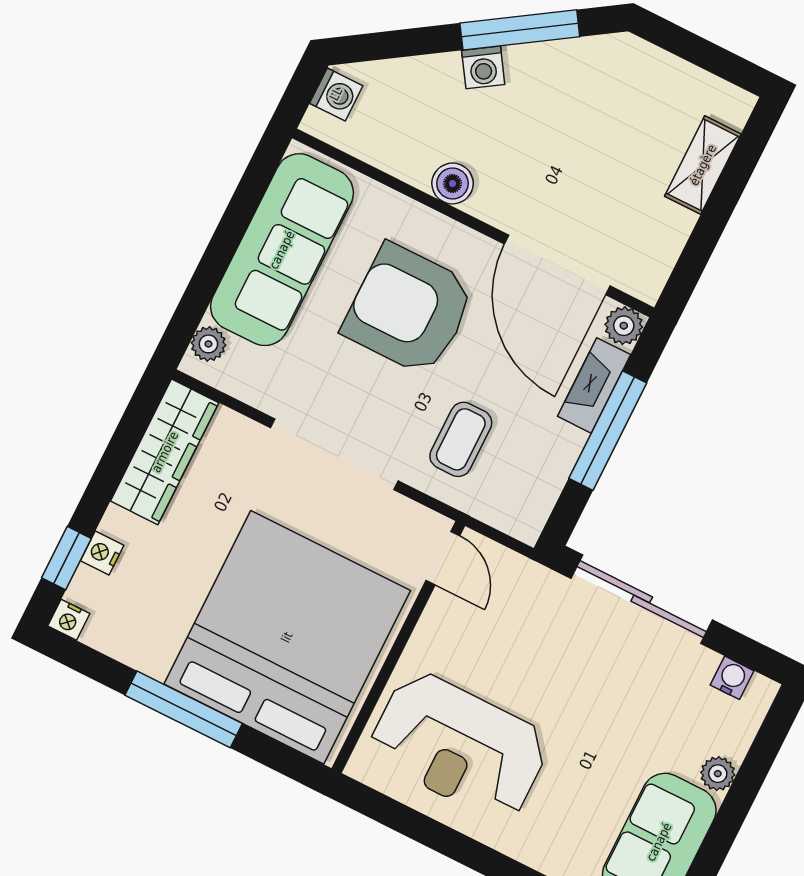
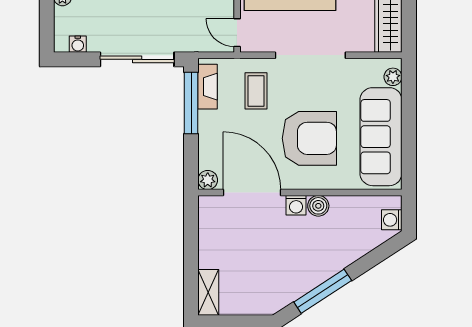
washing machine: (483, 67) -> (296, 205), moved, turned -147
shelving: (703, 165) -> (208, 292), moved
fireplace: (594, 385) -> (208, 87), moved
window: (608, 431) -> (191, 103), moved

